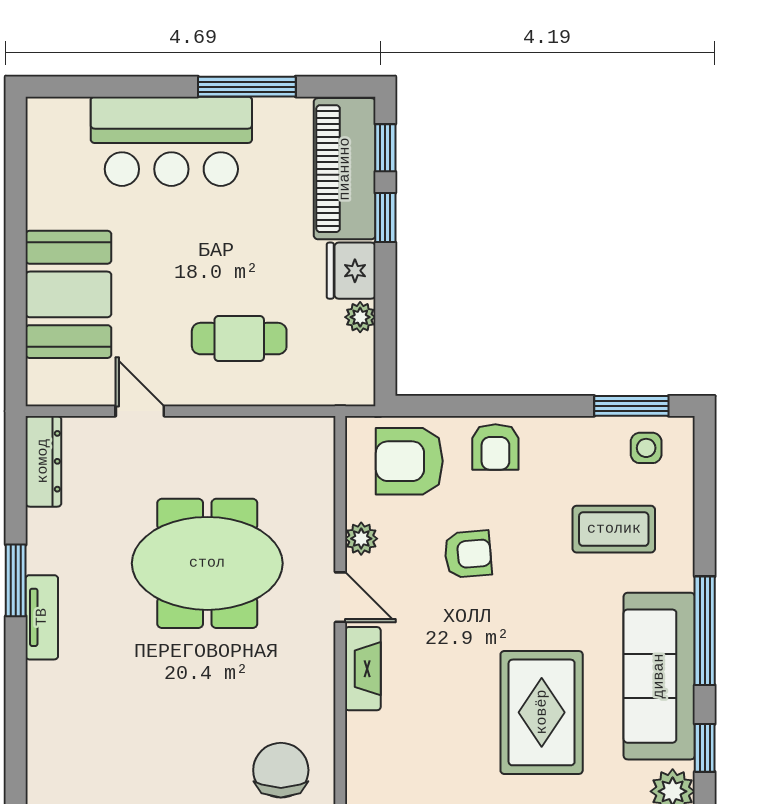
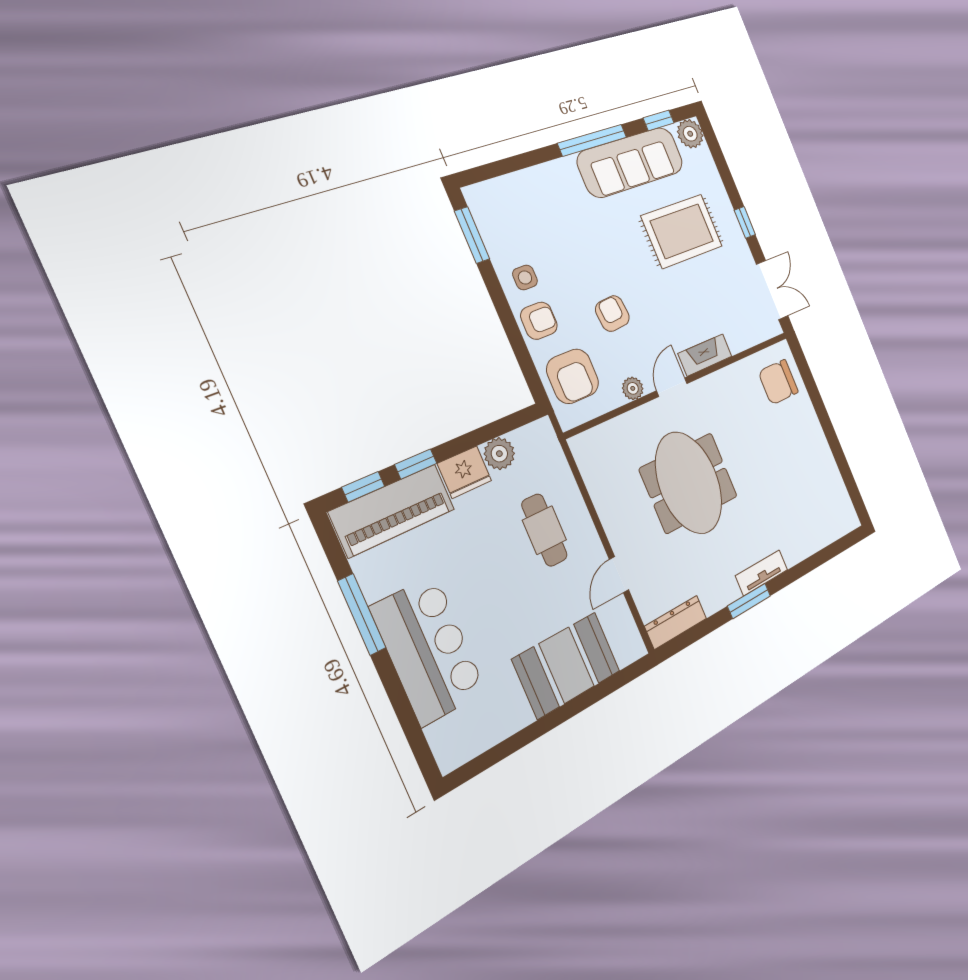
plant: (360, 317) -> (499, 454), width x1.38, depth x1.38
side table: (646, 448) -> (525, 278), moved
coffee table: (614, 529) -> (556, 221), removed

